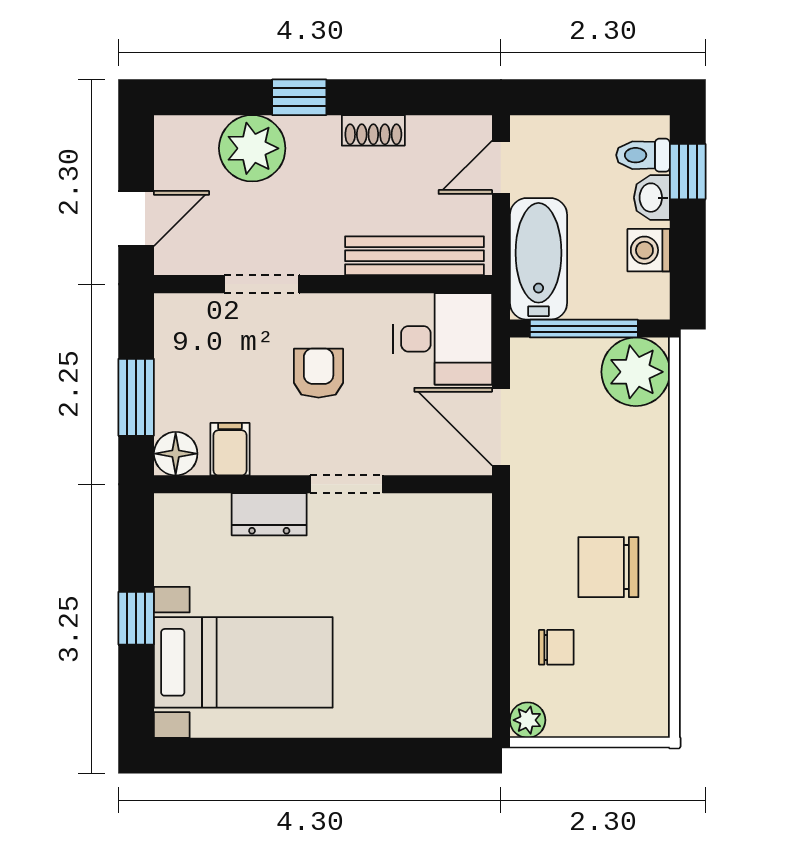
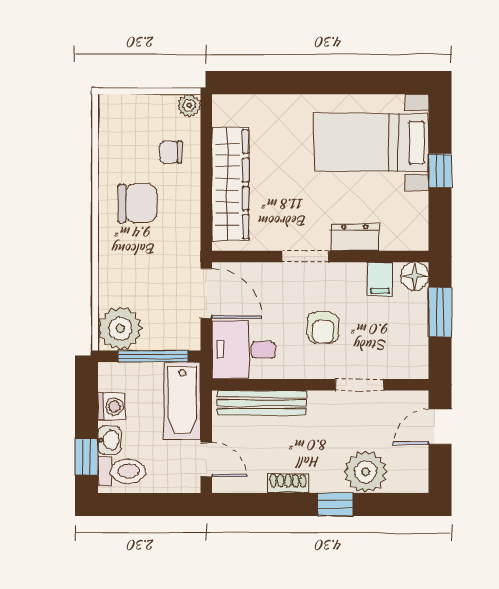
toilet: (643, 155) -> (122, 471), width x1.37, depth x1.39
door: (501, 167) -> (206, 460), hinge flipped
wardrobe: (463, 597) -> (230, 184), added

